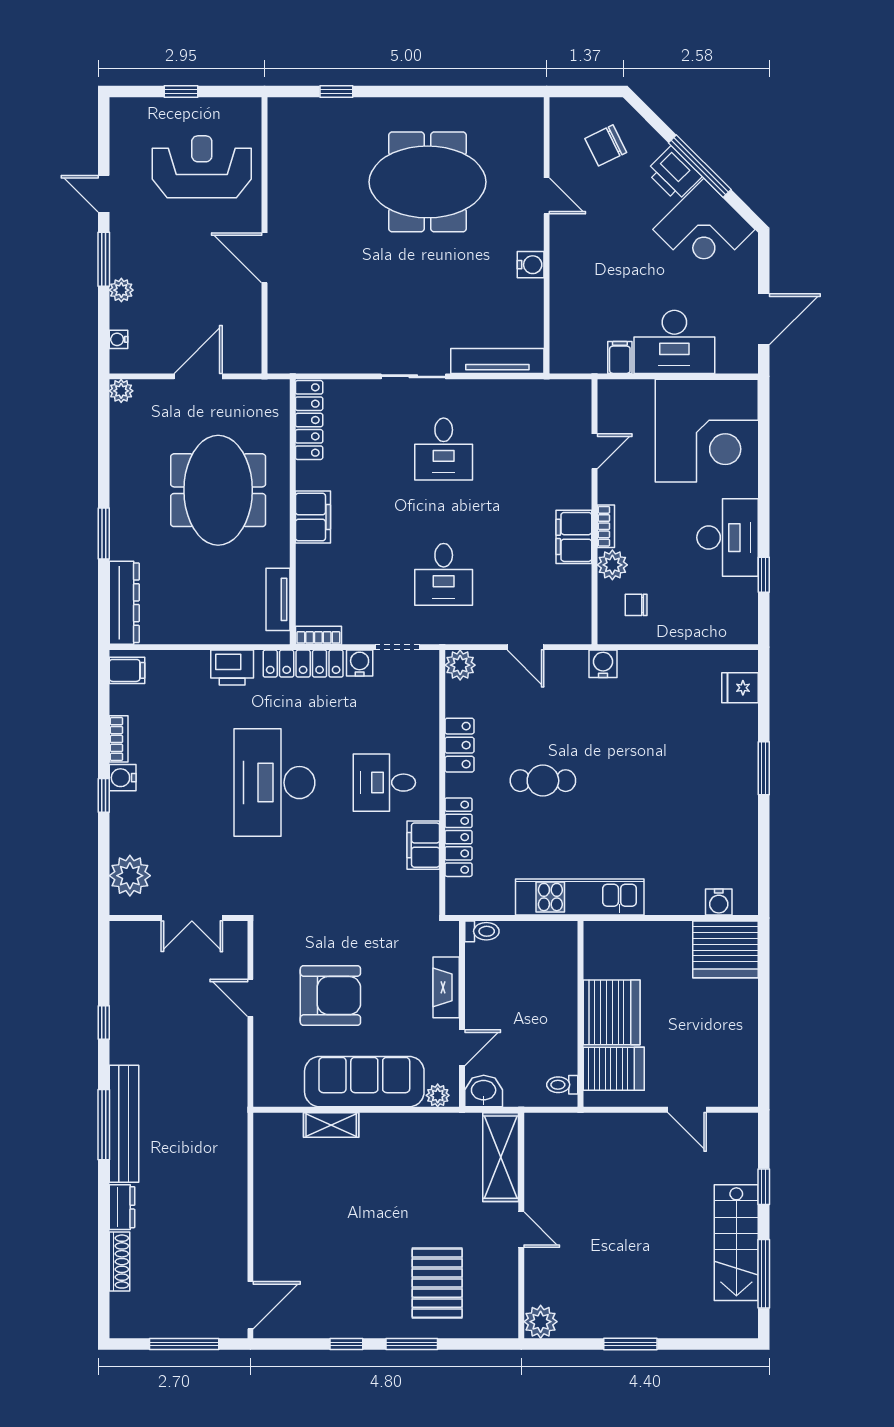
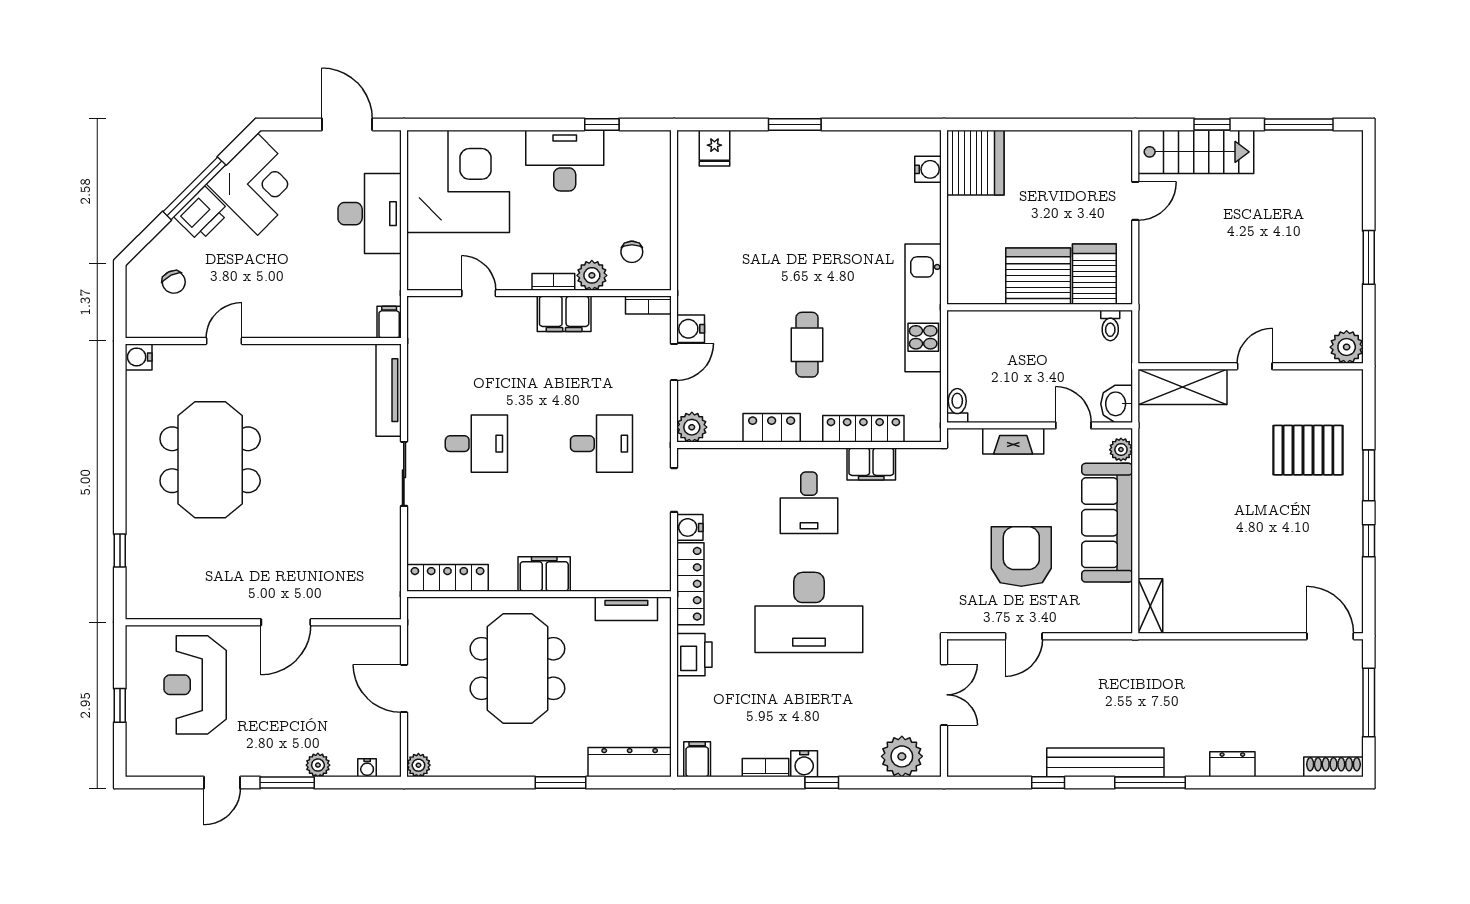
chair: (606, 145) -> (174, 282), width x0.73, depth x0.73
water cooler: (531, 265) -> (139, 357), moved, turned -90
filing cabinet: (620, 358) -> (389, 322), moved, turned 90
meeting table: (218, 490) -> (517, 668), turned 90
bookcase: (318, 635) -> (648, 305), moved, turned -90
water cooler: (603, 664) -> (691, 329), moved
bench: (124, 1124) -> (1105, 762), moved
shelving: (331, 1125) -> (1150, 606), moved
stairs: (736, 1243) -> (1196, 152), moved
shoe rack: (119, 1262) -> (1333, 767), moved

